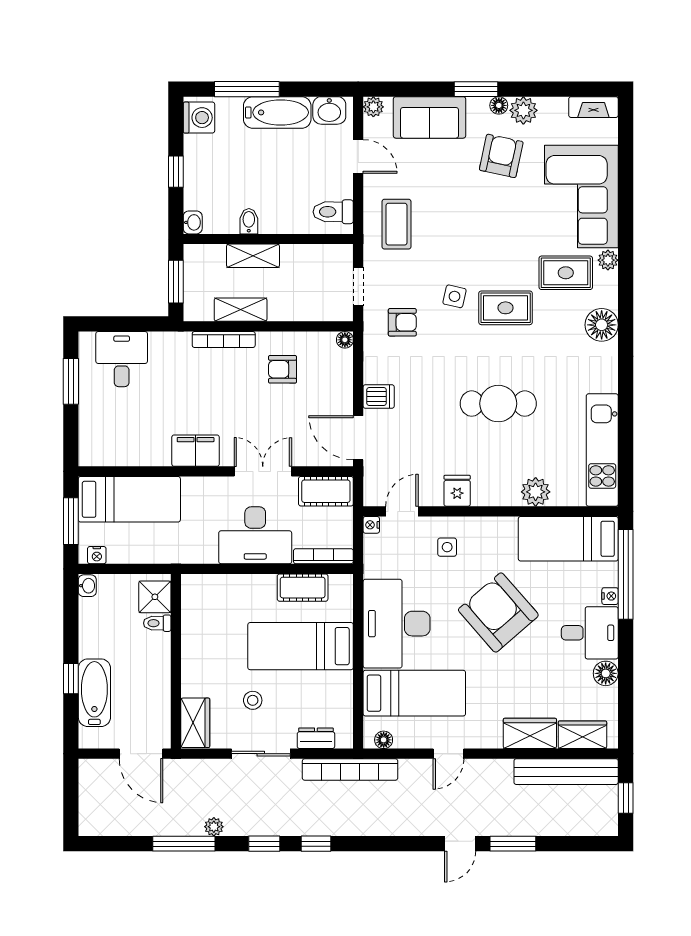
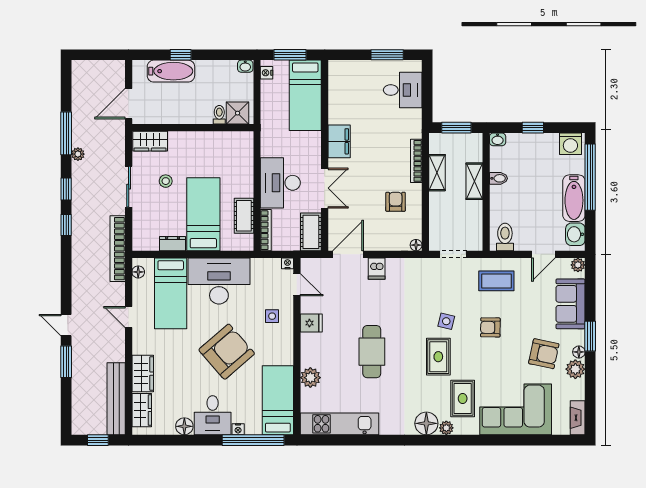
window: (247, 89) -> (590, 177), width x1.46
plant: (608, 260) -> (446, 428), moved
armchair: (402, 322) -> (490, 327), moved, turned 91
dresser: (316, 738) -> (173, 244), moved, turned -90

